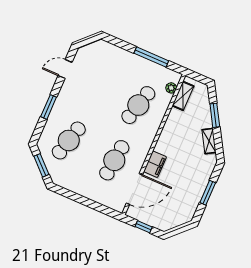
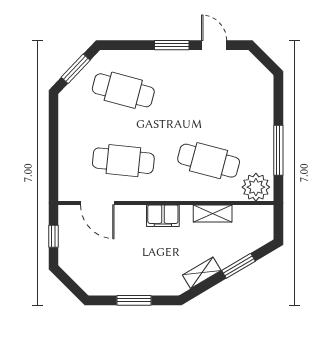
plant: (171, 88) -> (256, 187), width x1.88, depth x1.88
shelving: (183, 96) -> (213, 214), moved
window: (49, 107) -> (172, 45), moved
filing cabinet: (155, 164) -> (163, 216), moved
door: (134, 189) -> (97, 203), width x0.73

